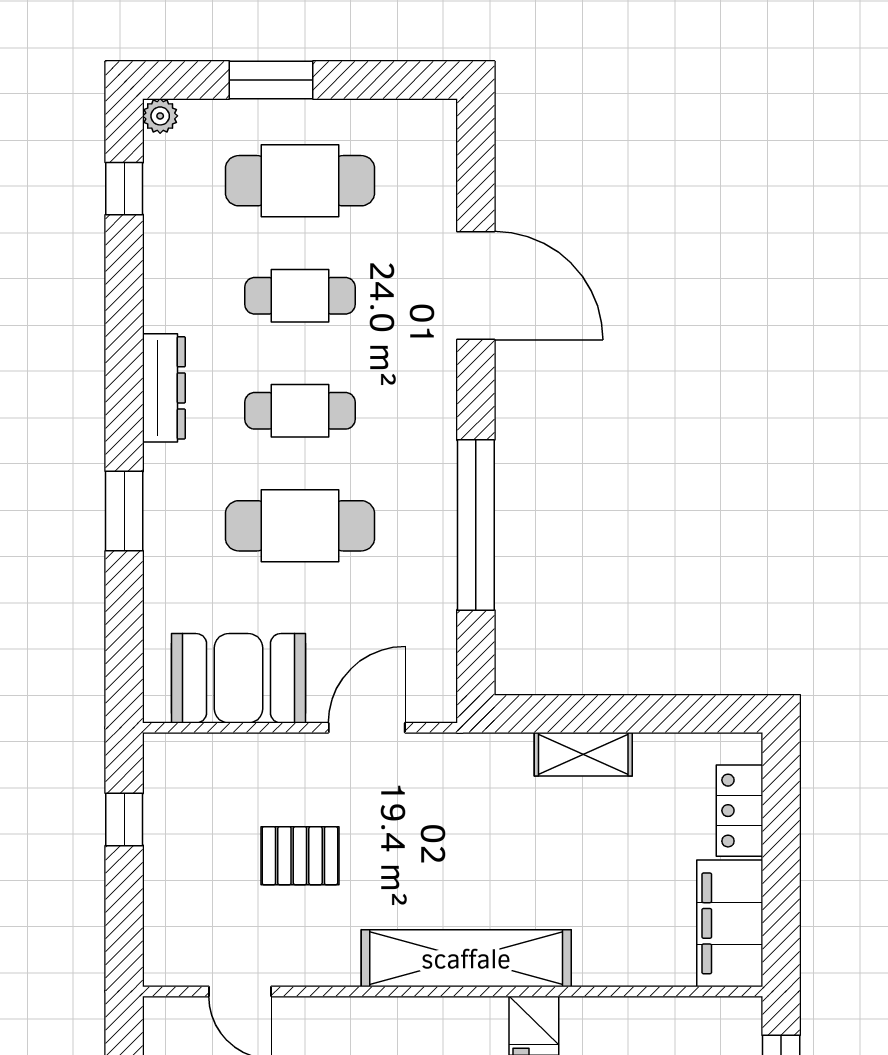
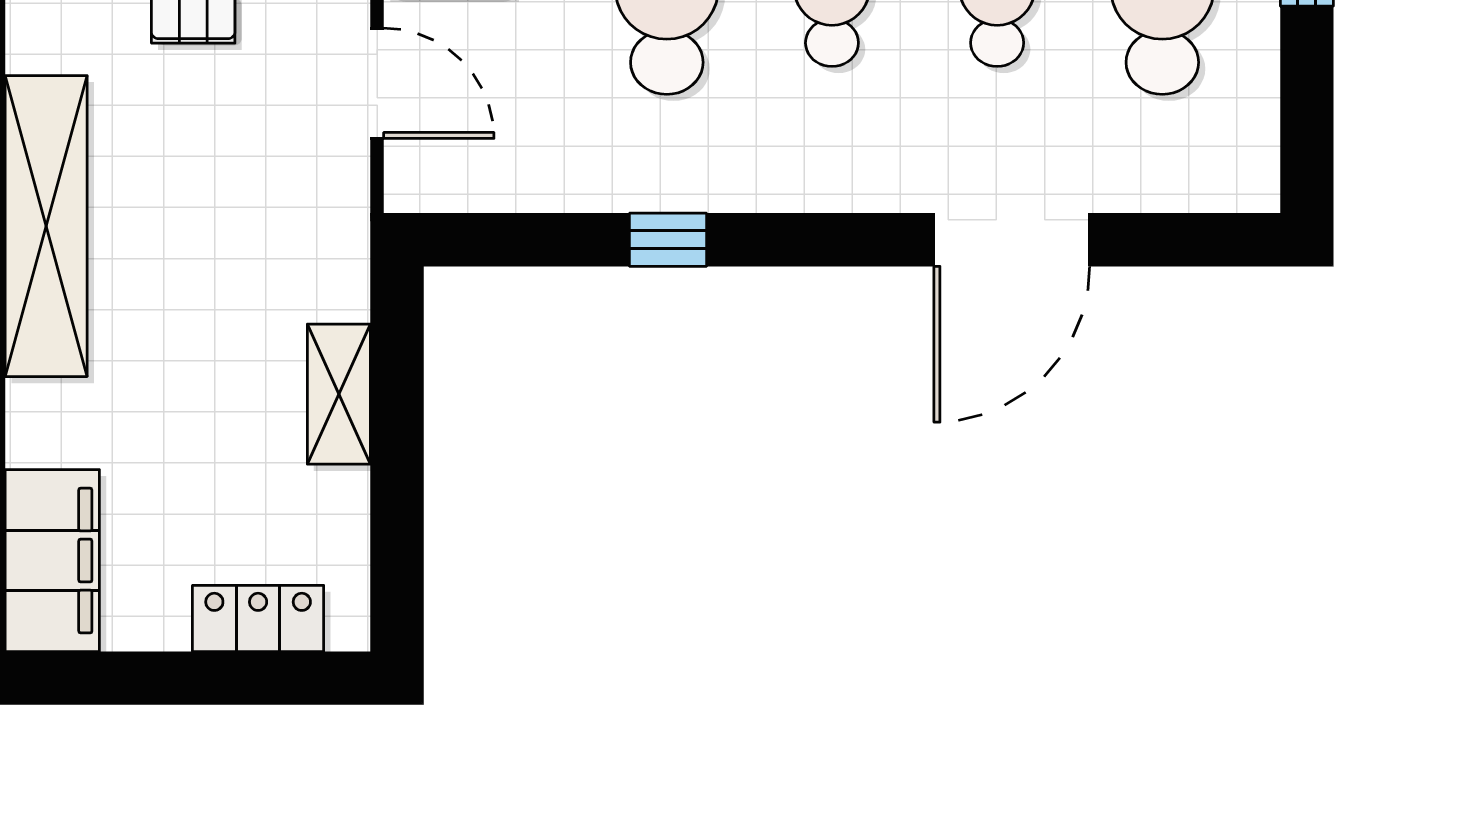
window: (476, 525) -> (668, 240), width x0.32
filing cabinet: (730, 923) -> (52, 561), moved, turned 90

